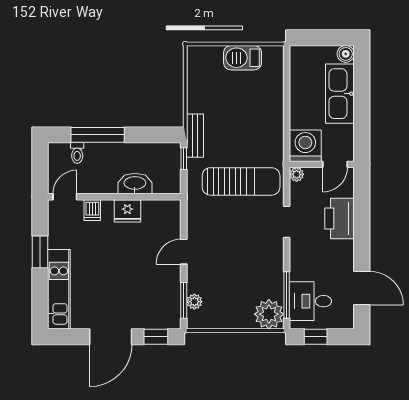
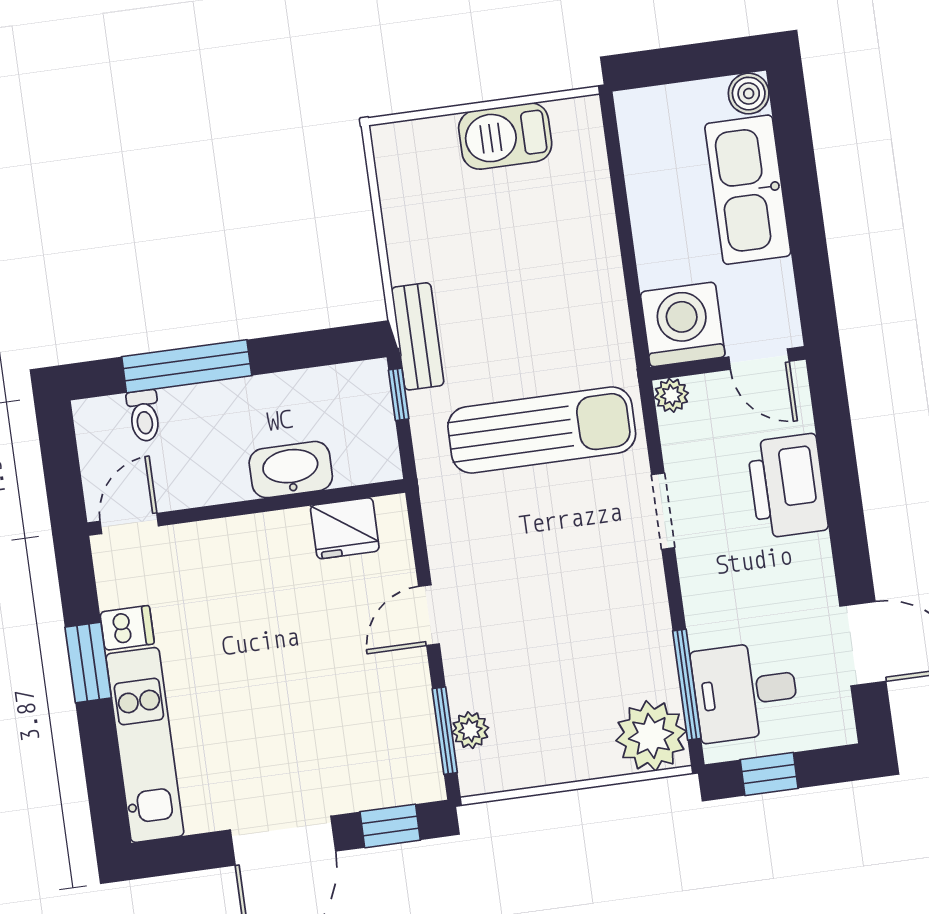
door: (335, 164) -> (759, 359), hinge flipped
dishwasher: (92, 210) -> (127, 628), moved, turned -90
fridge: (127, 211) -> (345, 528), moved

